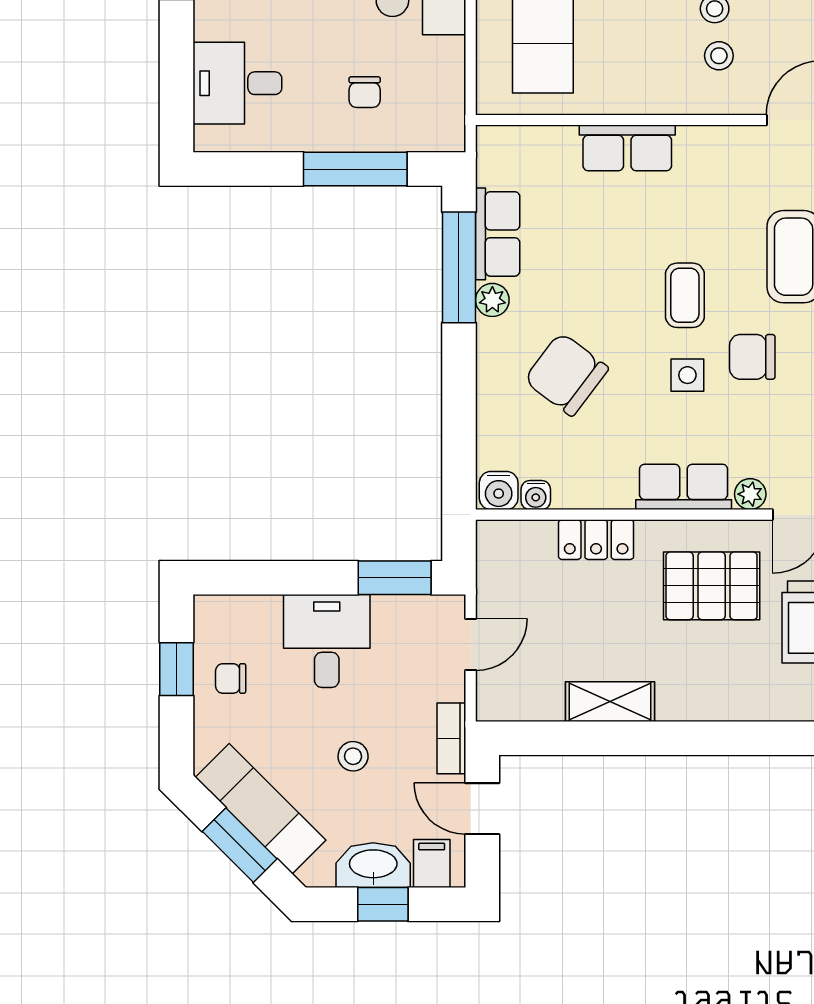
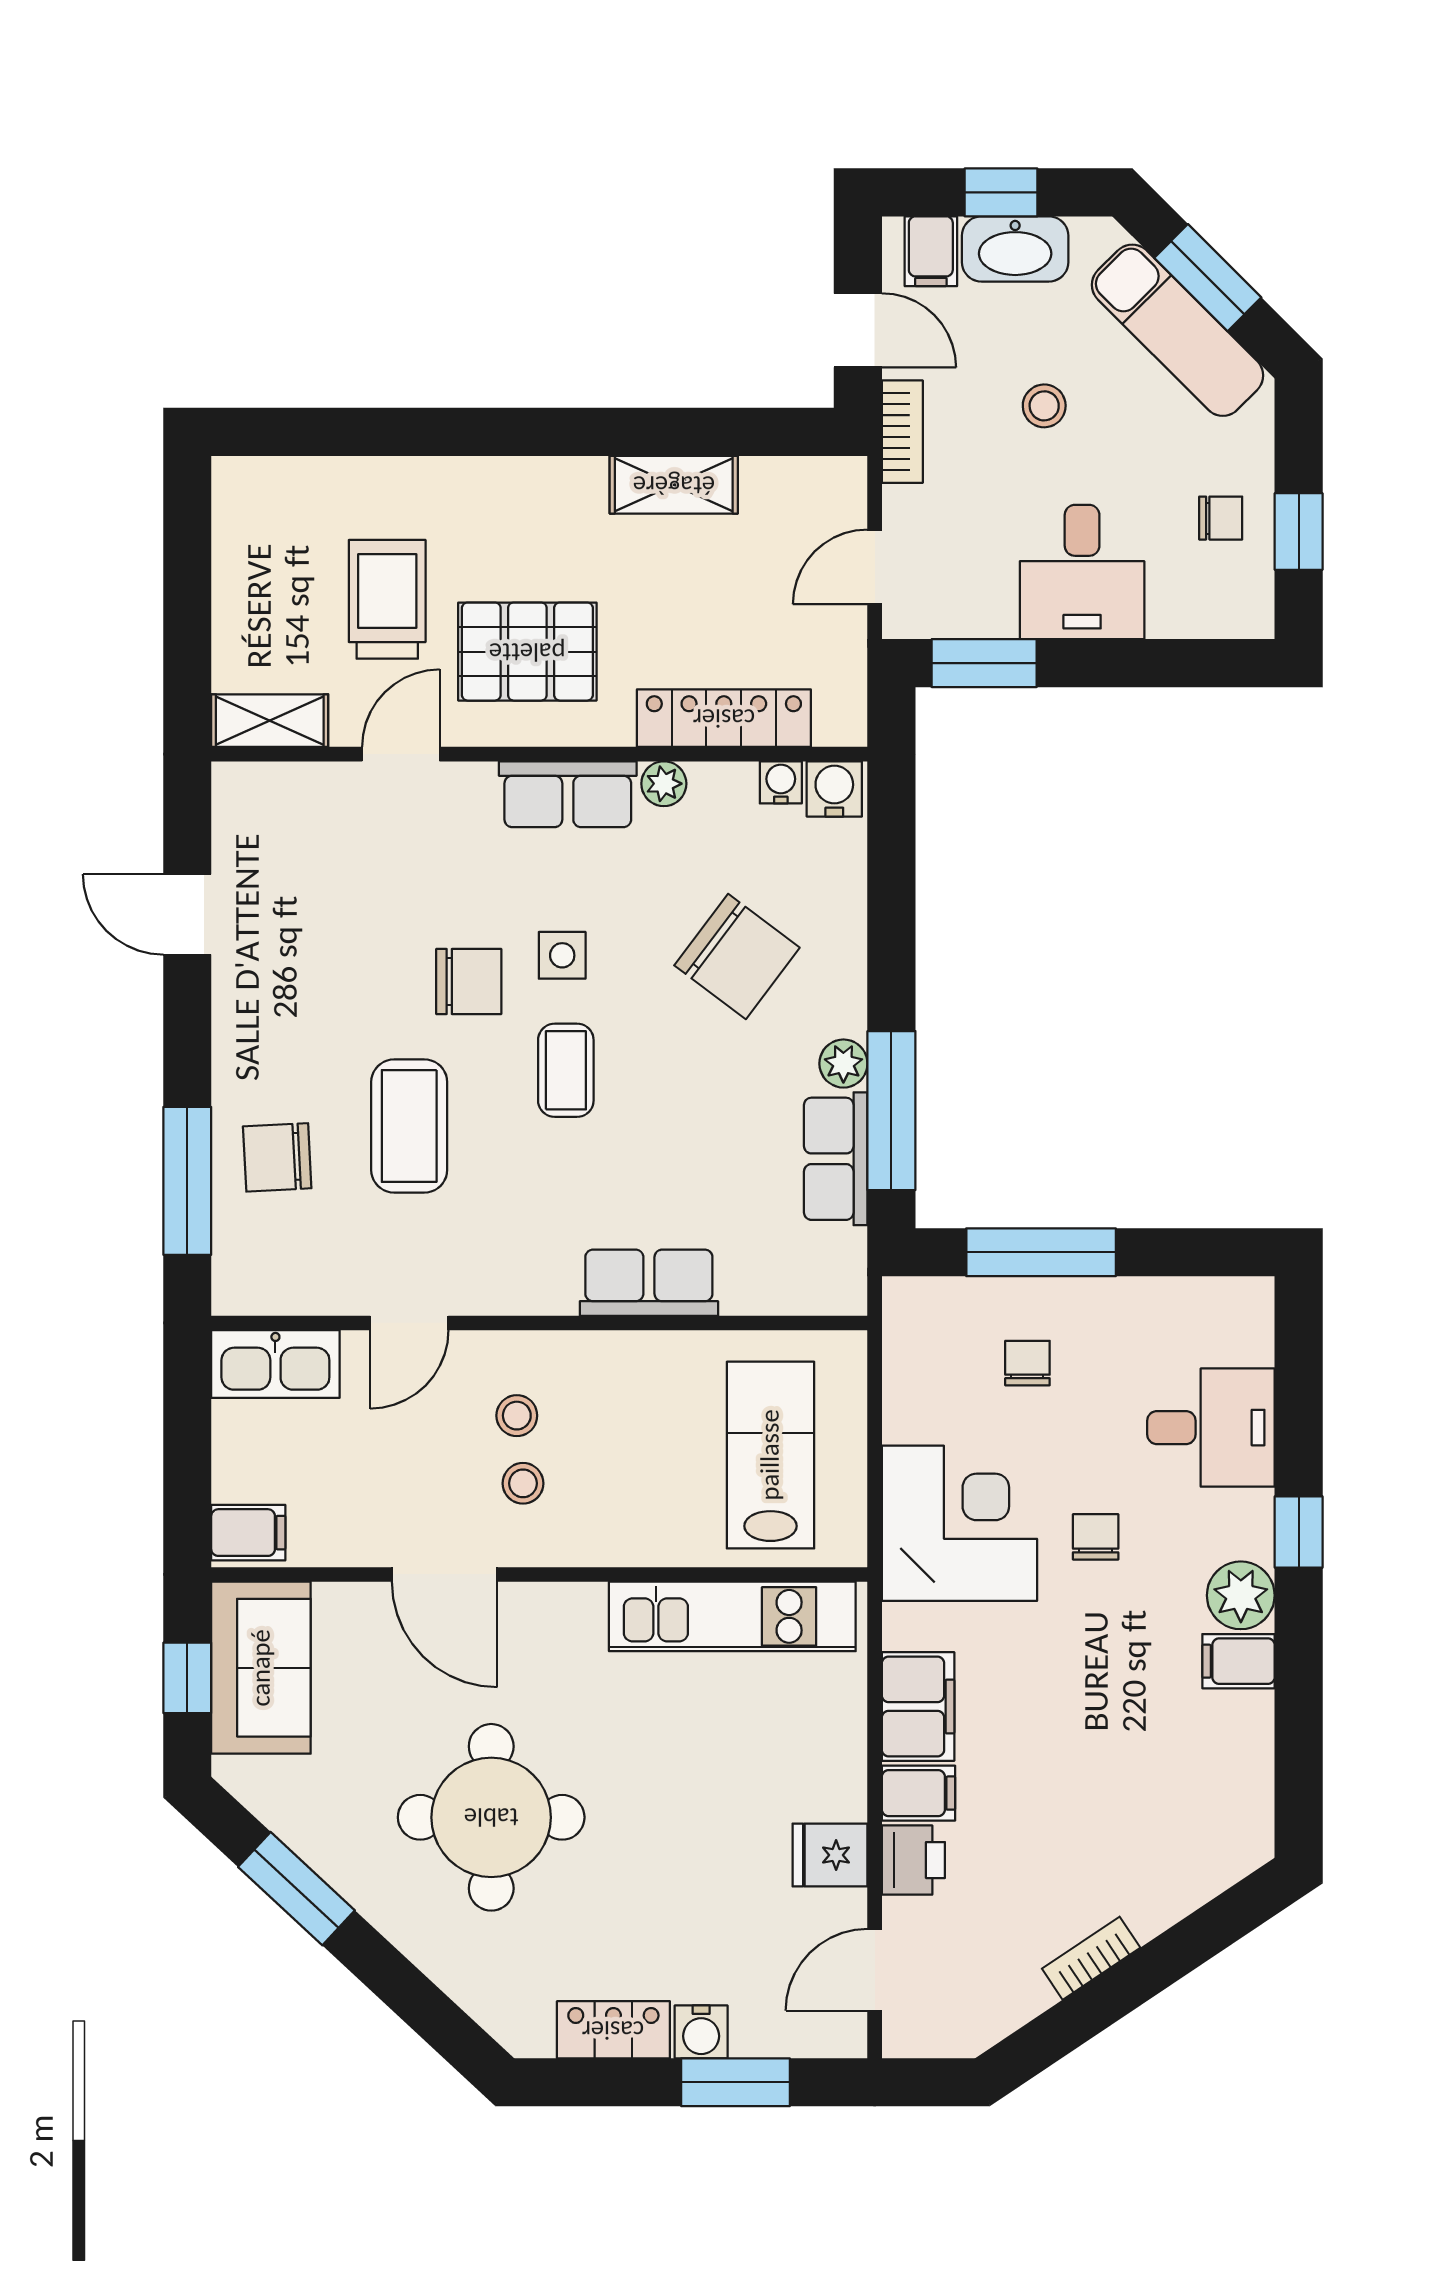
desk: (237, 83) -> (1211, 1428), moved
plant: (750, 494) -> (664, 784), moved
locker: (596, 540) -> (724, 718), width x1.53

